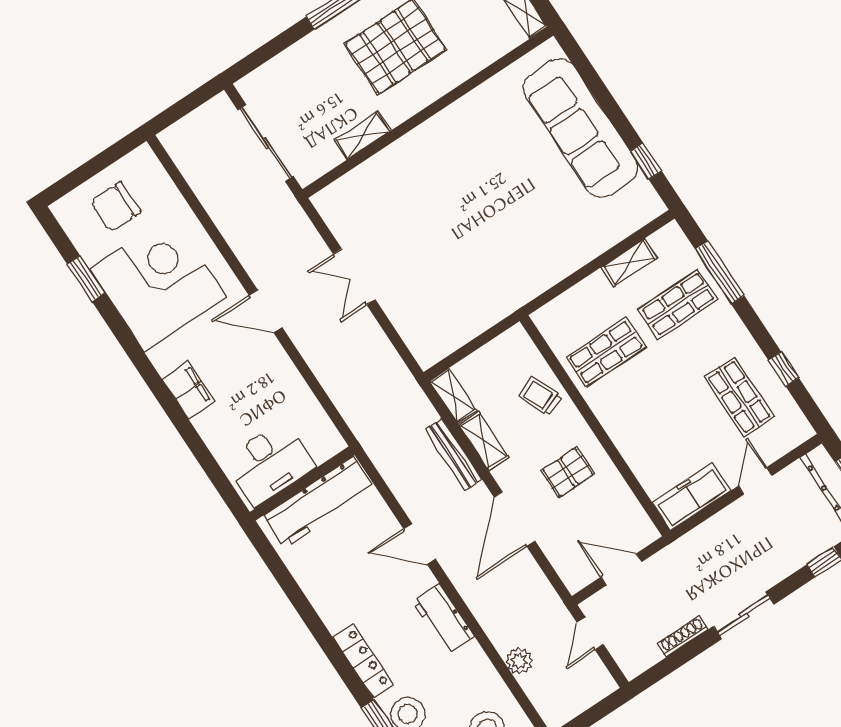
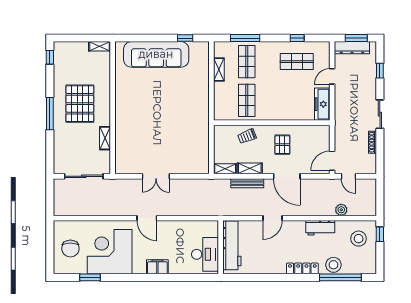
door: (266, 311) -> (147, 218), hinge flipped
door: (755, 481) -> (332, 76), hinge flipped
door: (621, 569) -> (332, 161), moved
workbench: (443, 619) -> (320, 228), moved

